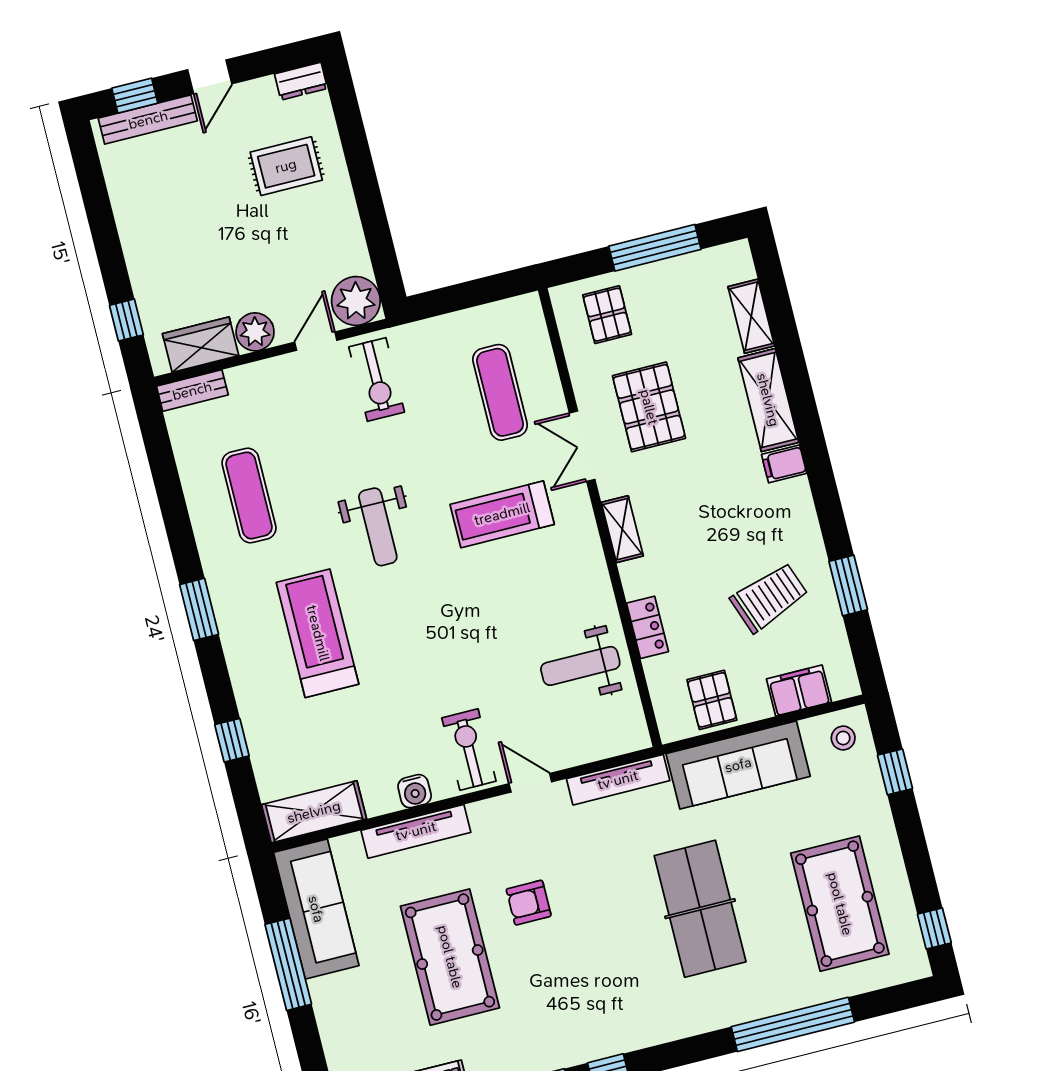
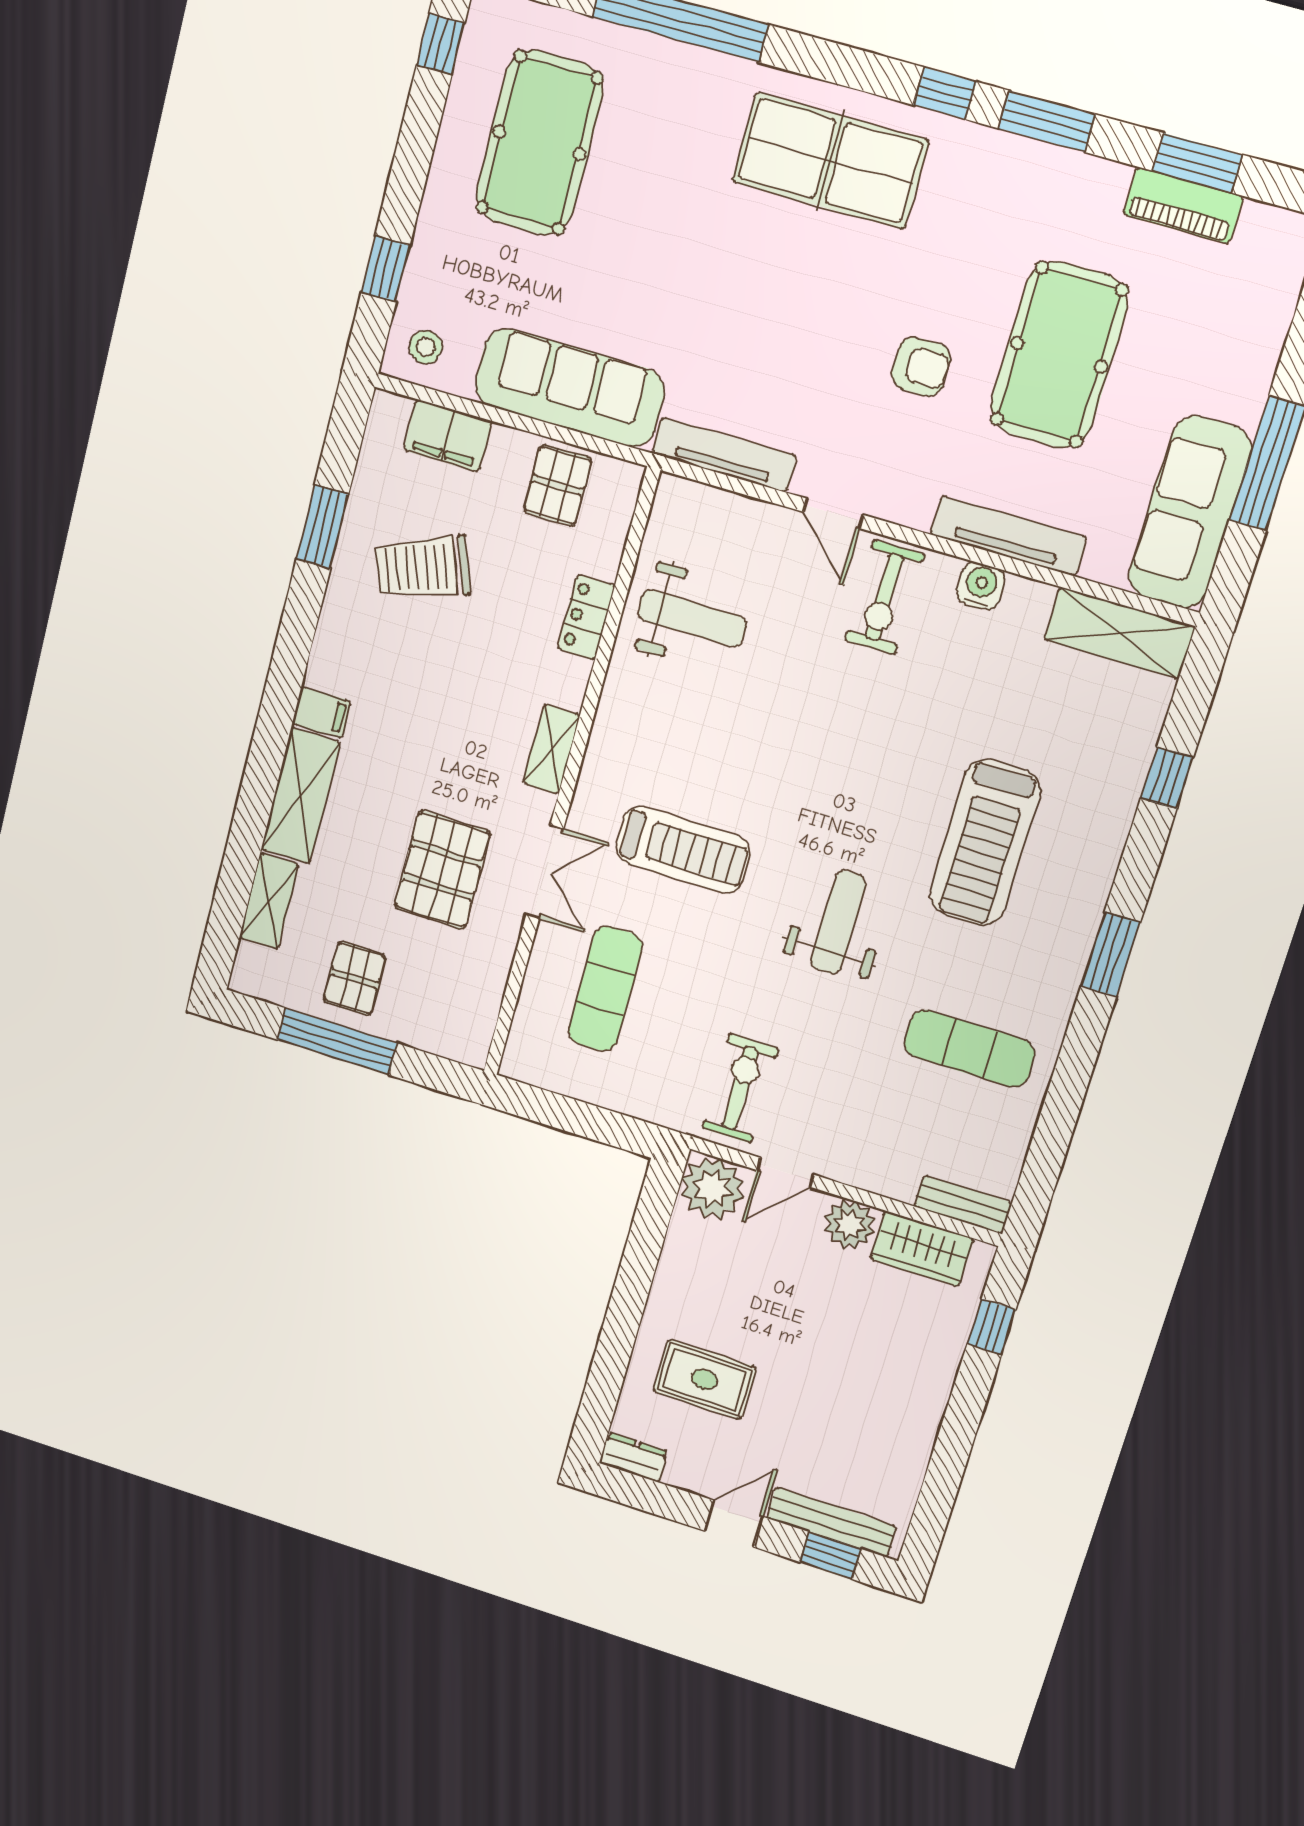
pallet: (607, 315) -> (354, 978), moved
exercise mat: (249, 495) -> (969, 1048), turned 90
table tennis table: (700, 909) -> (830, 161), moved, turned 90

